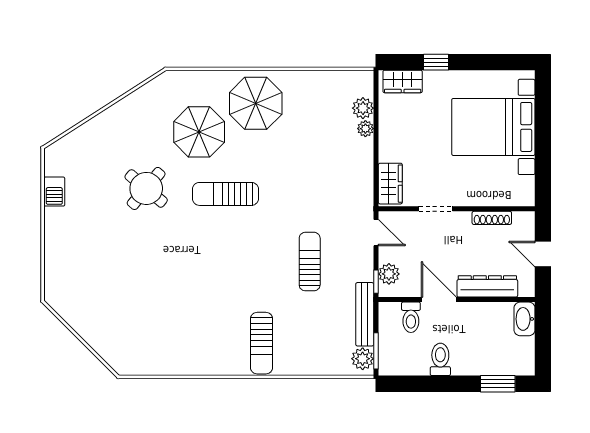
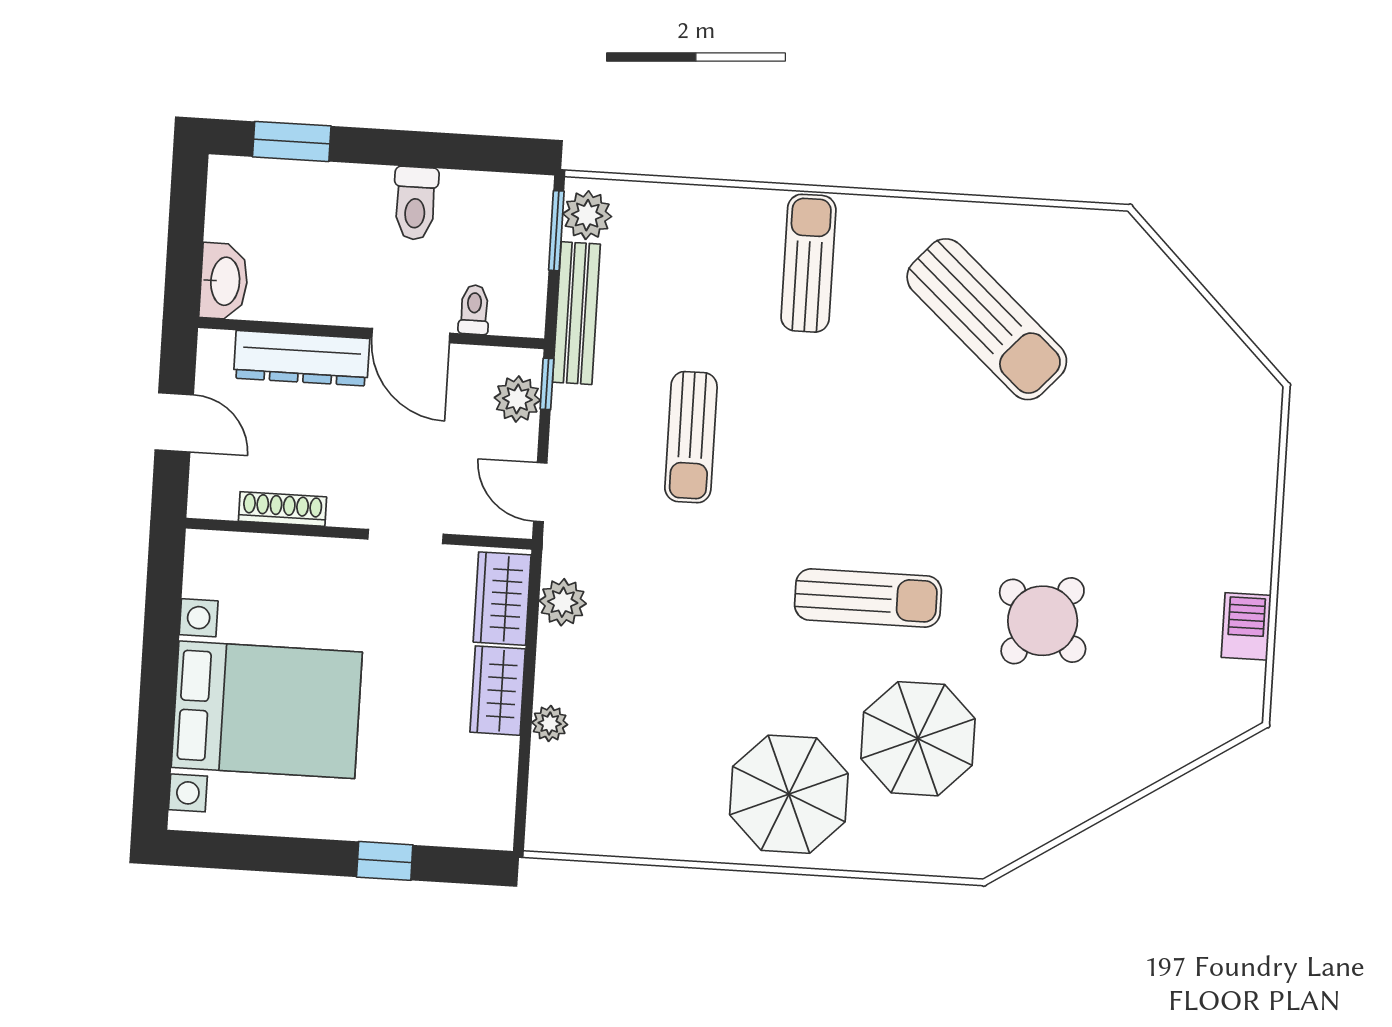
wardrobe: (403, 81) -> (498, 691), moved, turned -90
plant: (363, 108) -> (563, 602), moved
toilet: (411, 317) -> (474, 310), width x0.73, depth x0.72
sun lounger: (180, 323) -> (987, 319), added

